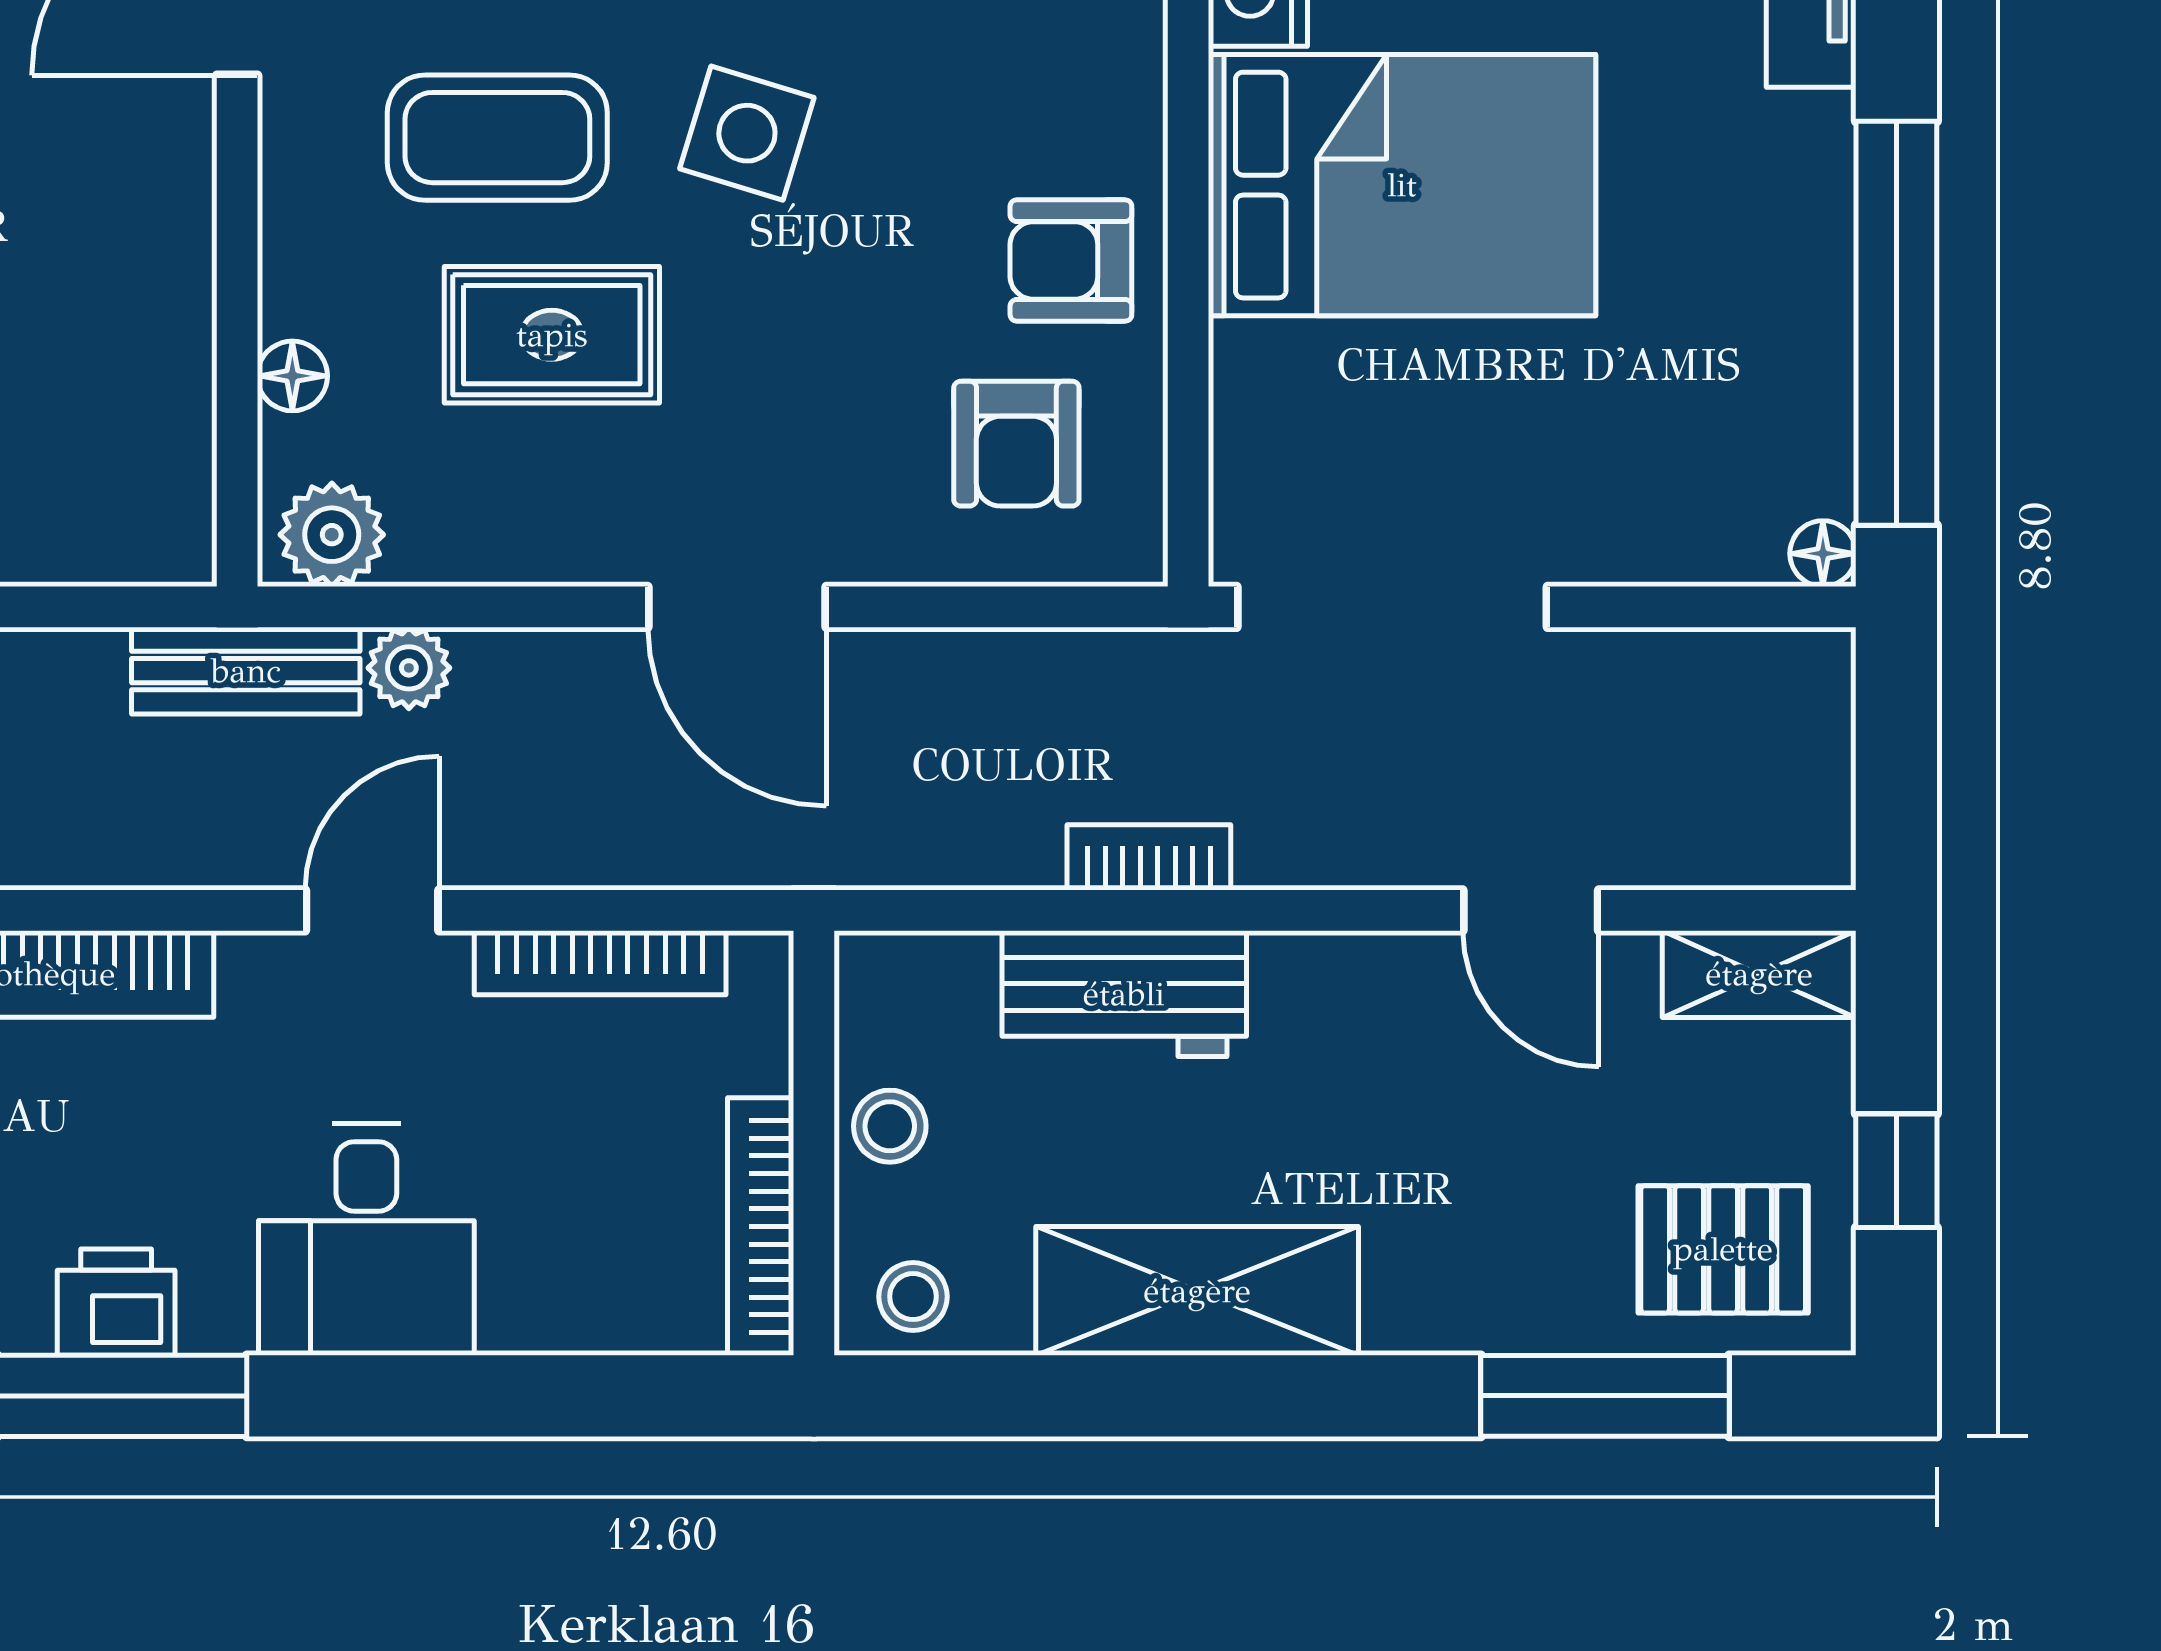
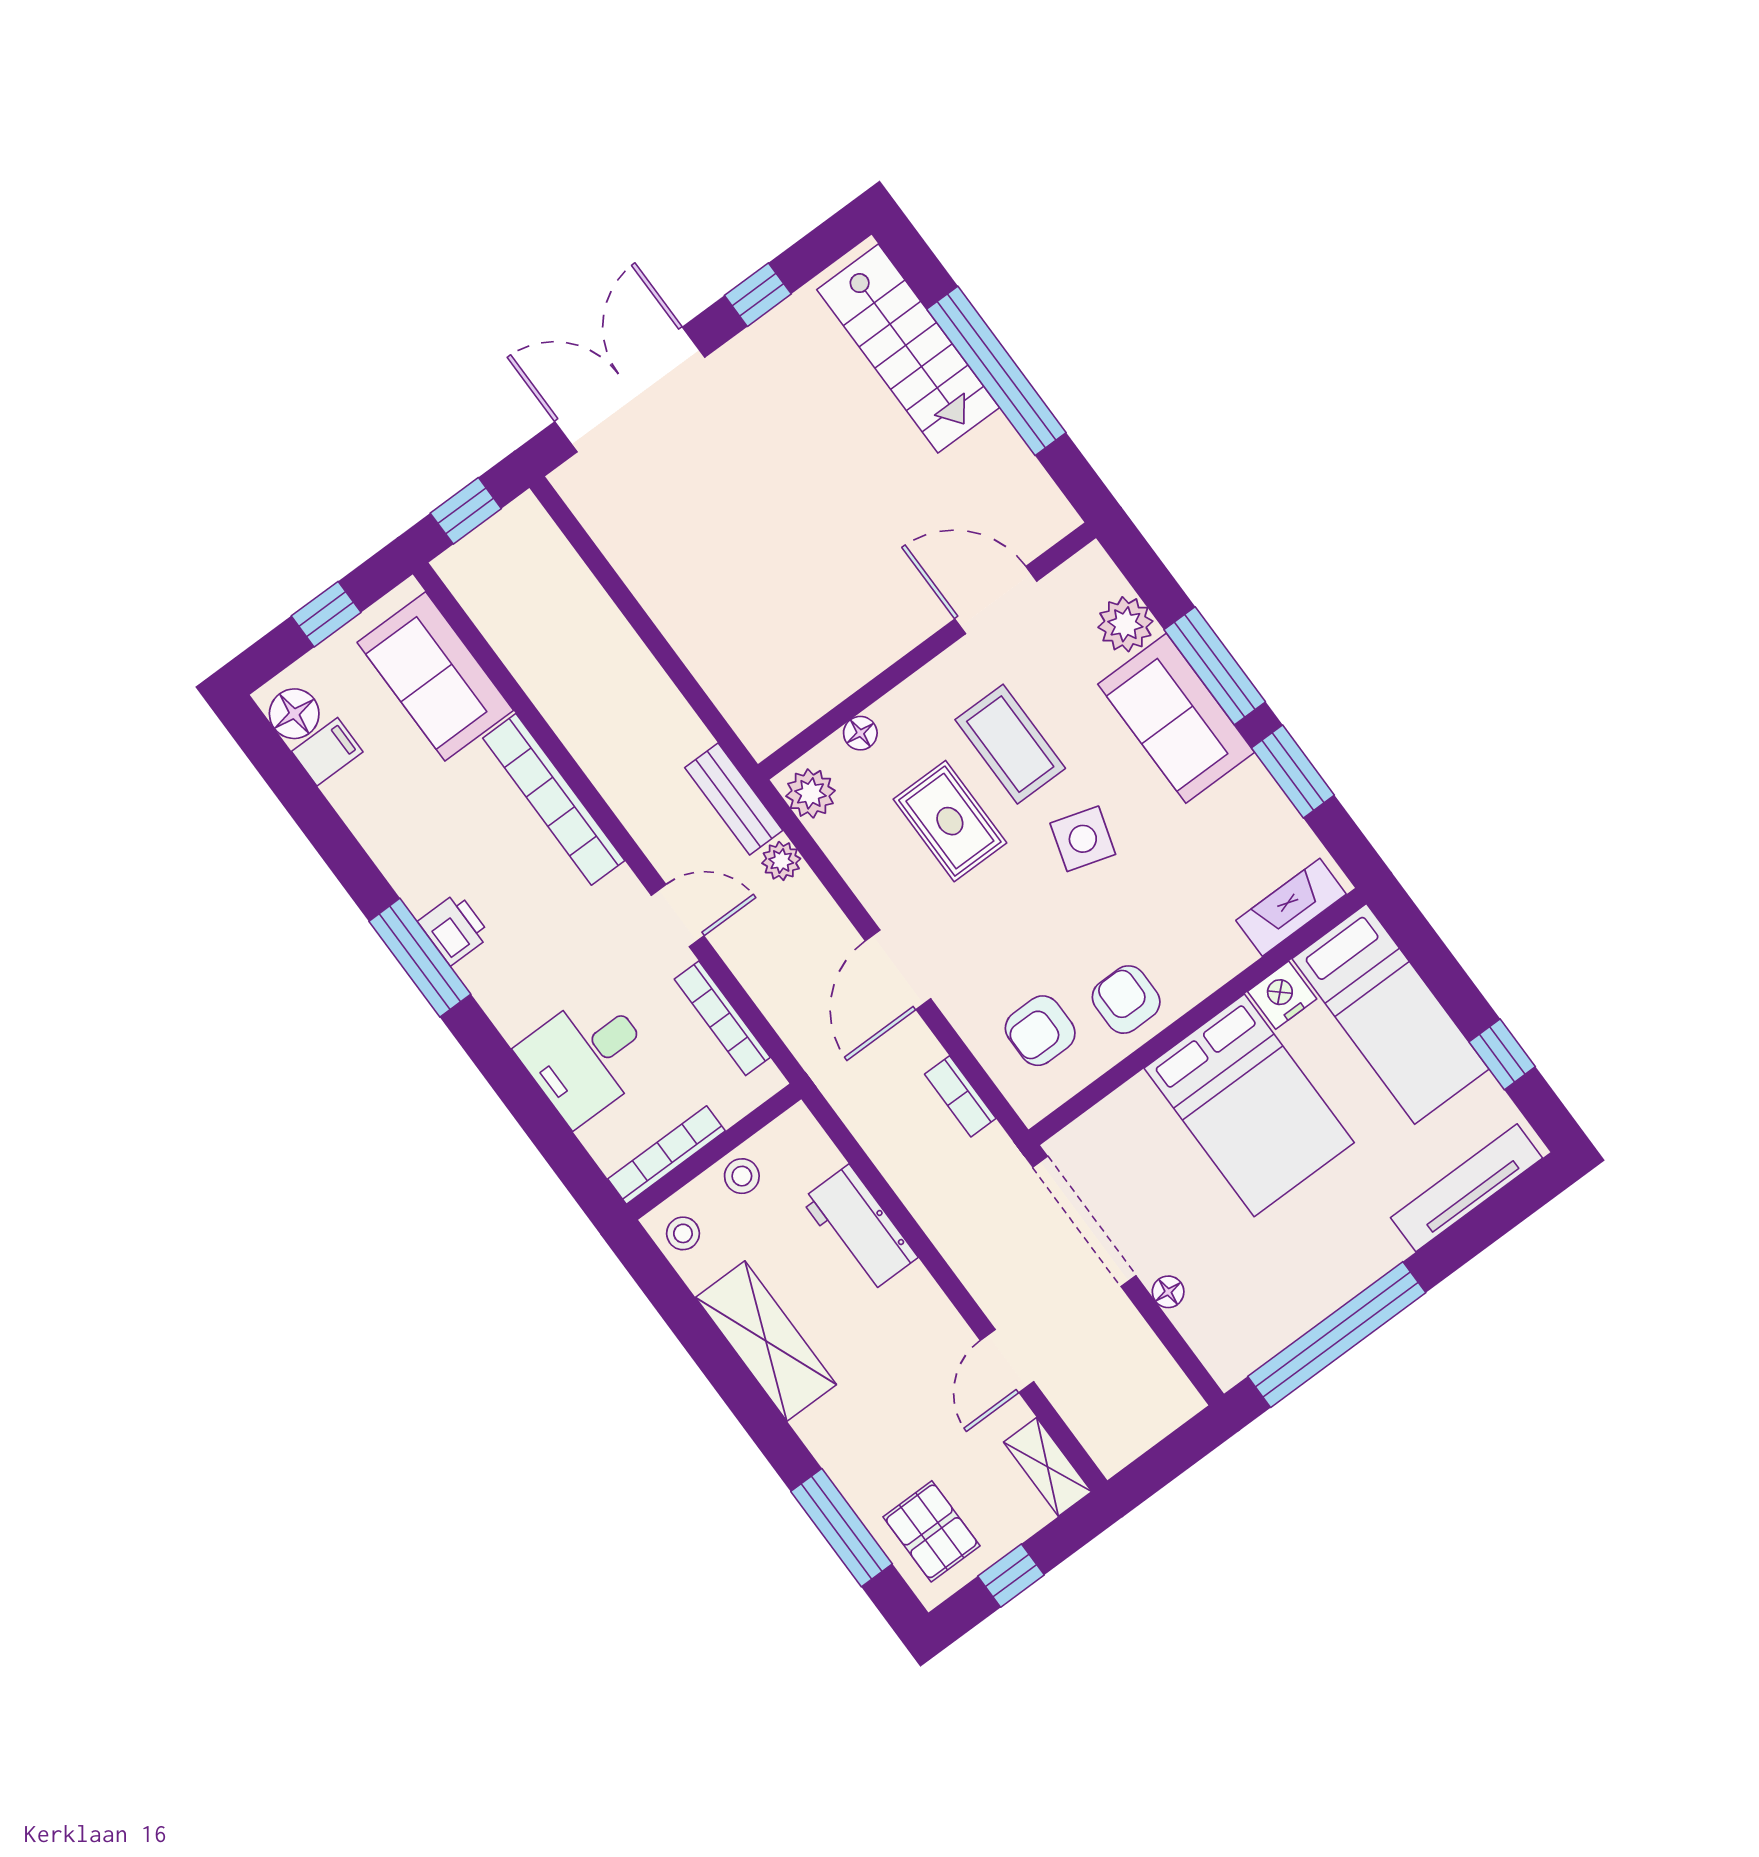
floor lamp: (1823, 554) -> (1168, 1292), moved
bookcase: (1149, 857) -> (960, 1096), moved, turned 180
desk: (366, 1239) -> (587, 1057), moved

